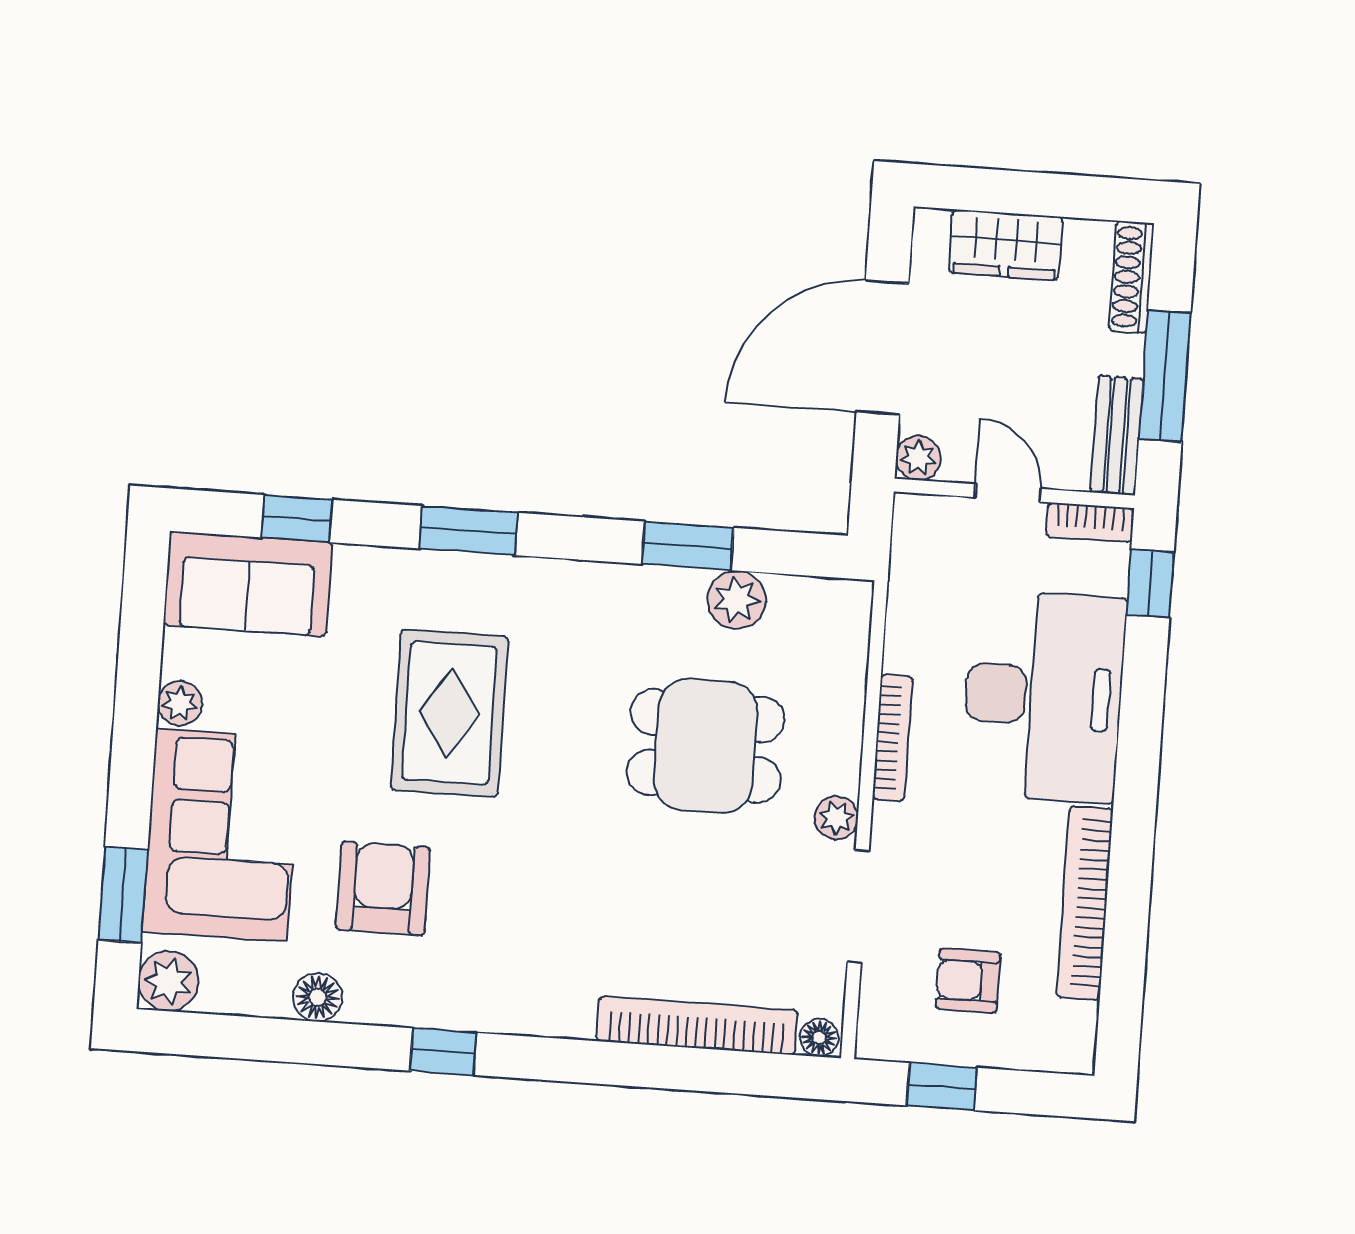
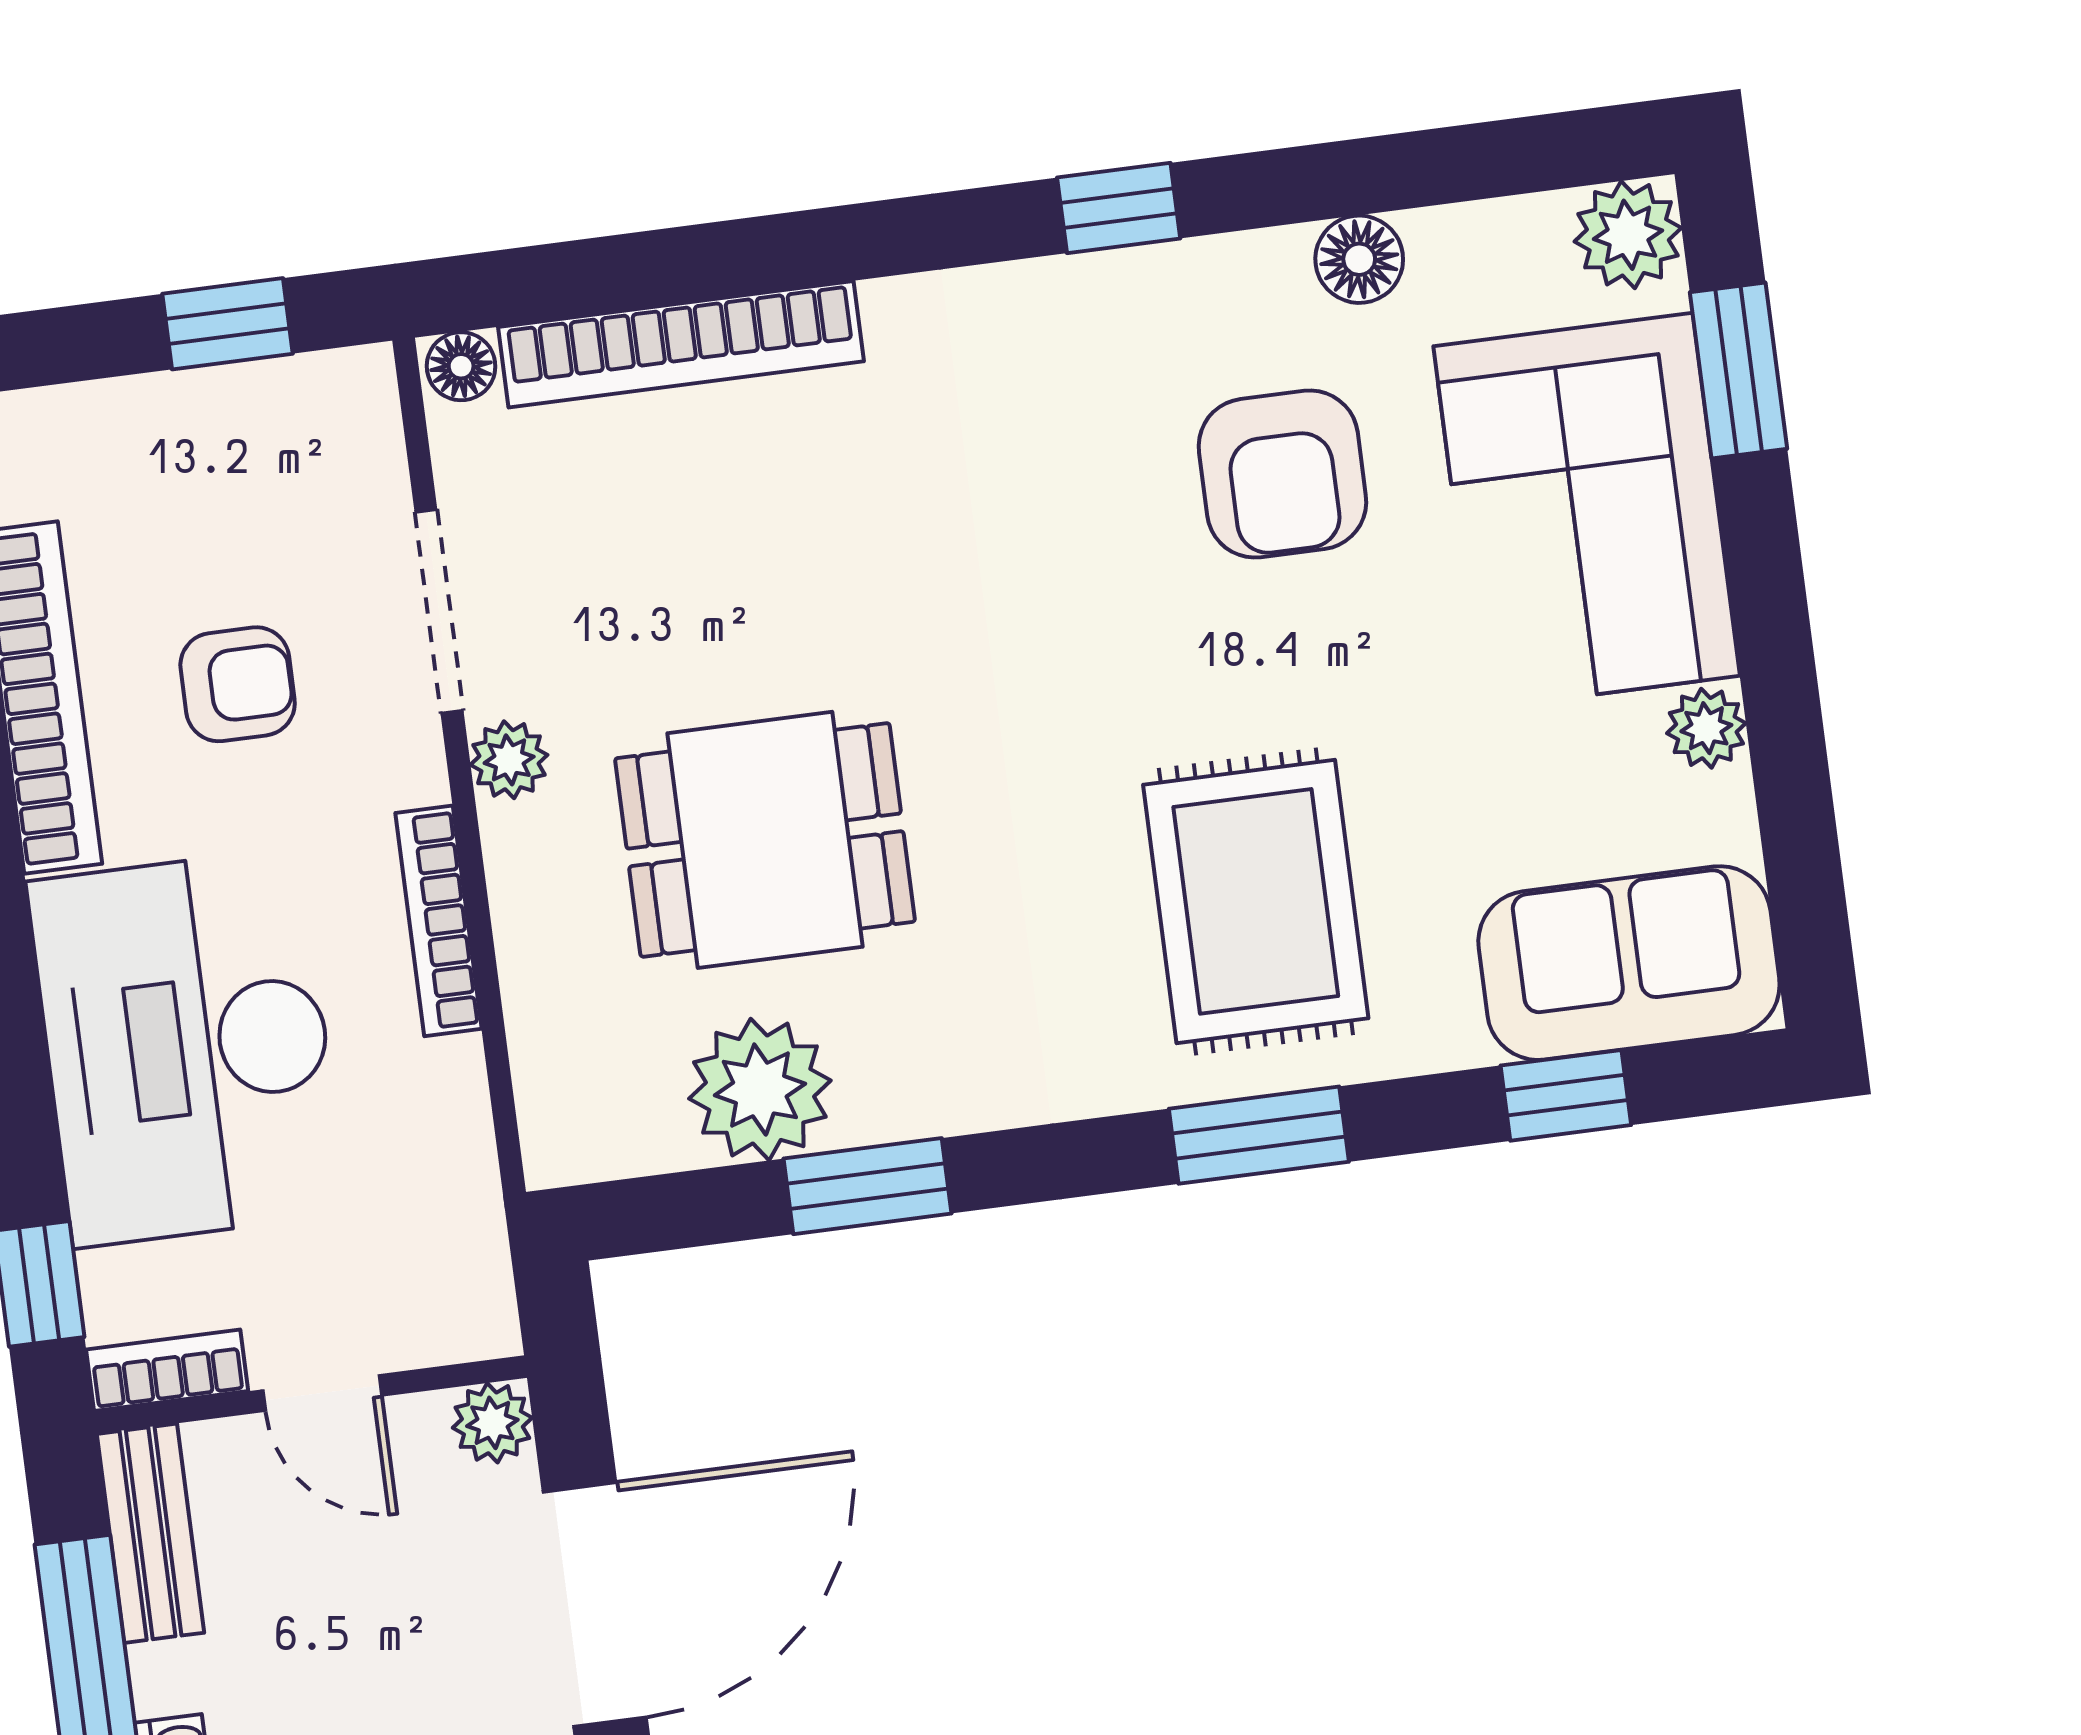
plant: (736, 600) -> (760, 1090), width x1.36, depth x1.36
rug: (449, 713) -> (1256, 901), moved
armchair: (968, 981) -> (238, 684), moved

